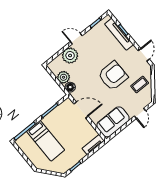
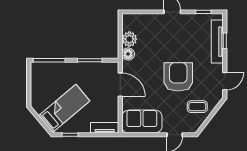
plant: (70, 56) -> (153, 23), removed
armchair: (113, 76) -> (178, 77), turned -90
bed: (46, 141) -> (64, 108), moved, turned -130

